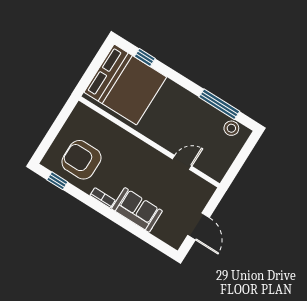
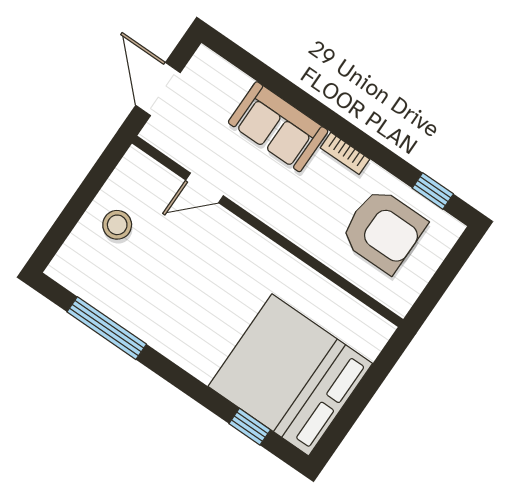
stool: (231, 128) -> (117, 225), moved
wall: (149, 142) -> (268, 231), moved
door: (182, 162) -> (205, 188), moved

